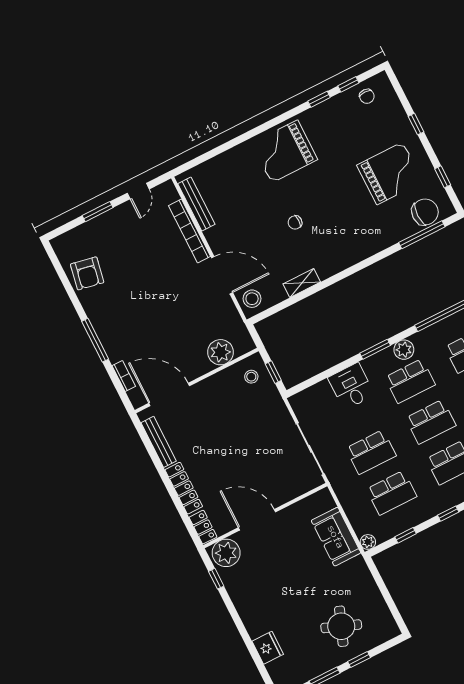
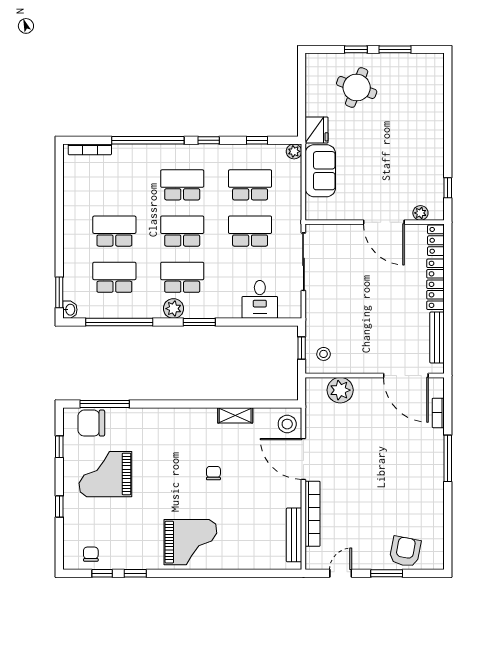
chair: (295, 222) -> (213, 473), turned -90
armchair: (87, 273) -> (405, 552), moved
desk: (351, 386) -> (260, 299), moved
plant: (226, 553) -> (420, 213), width x0.53, depth x0.53
fridge: (268, 648) -> (317, 130), moved, turned 180

